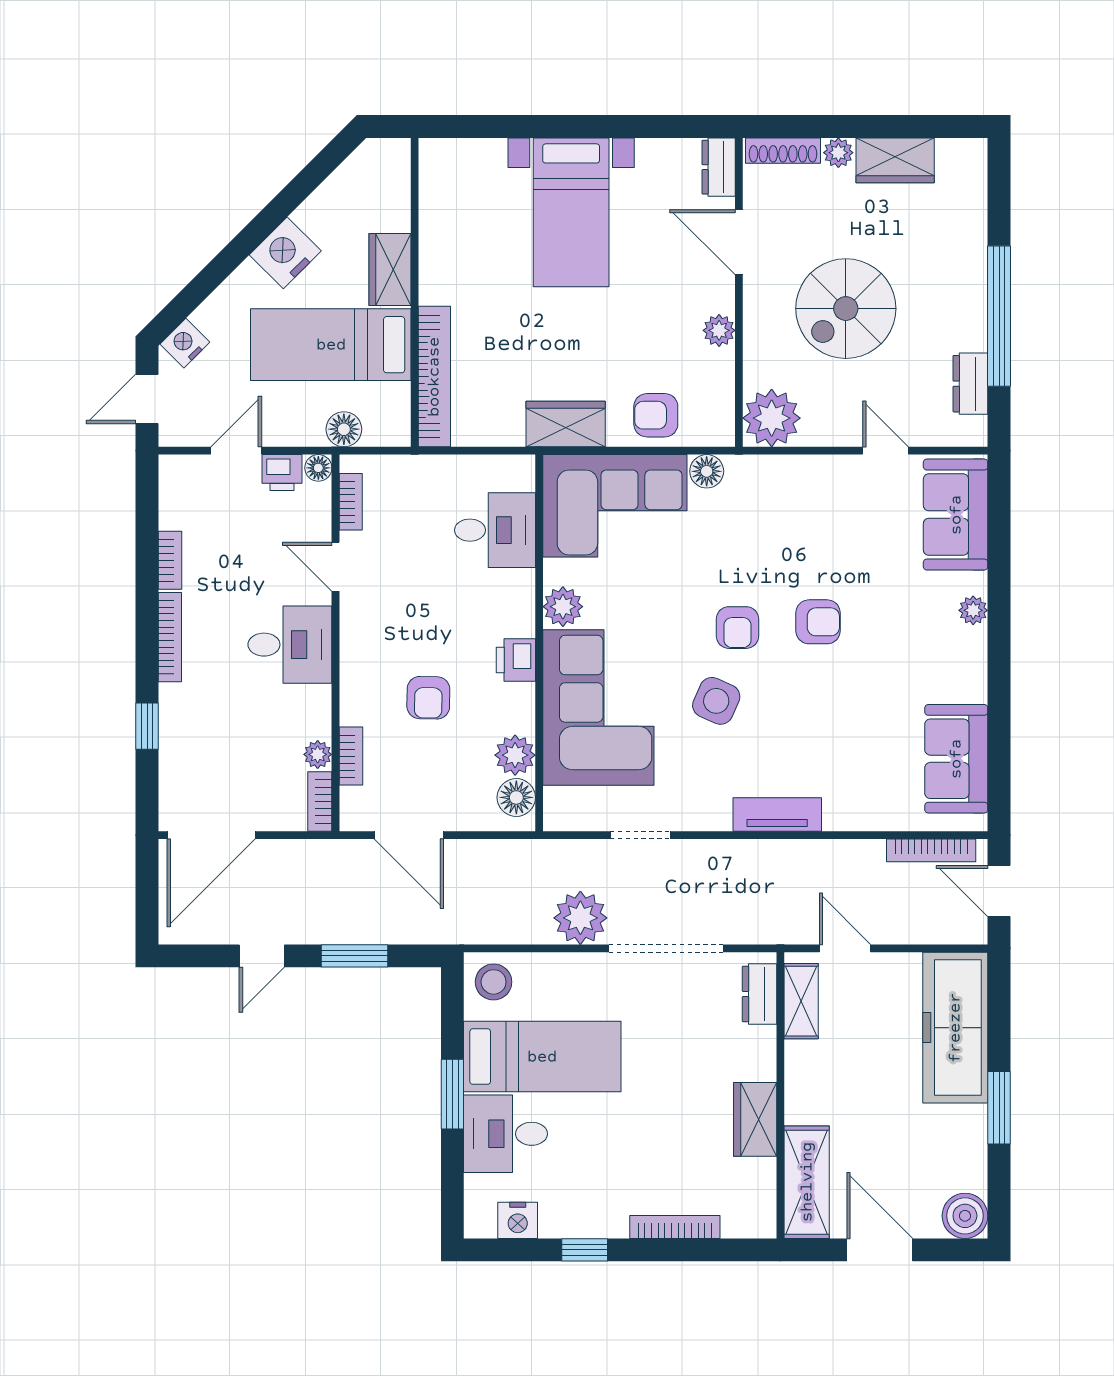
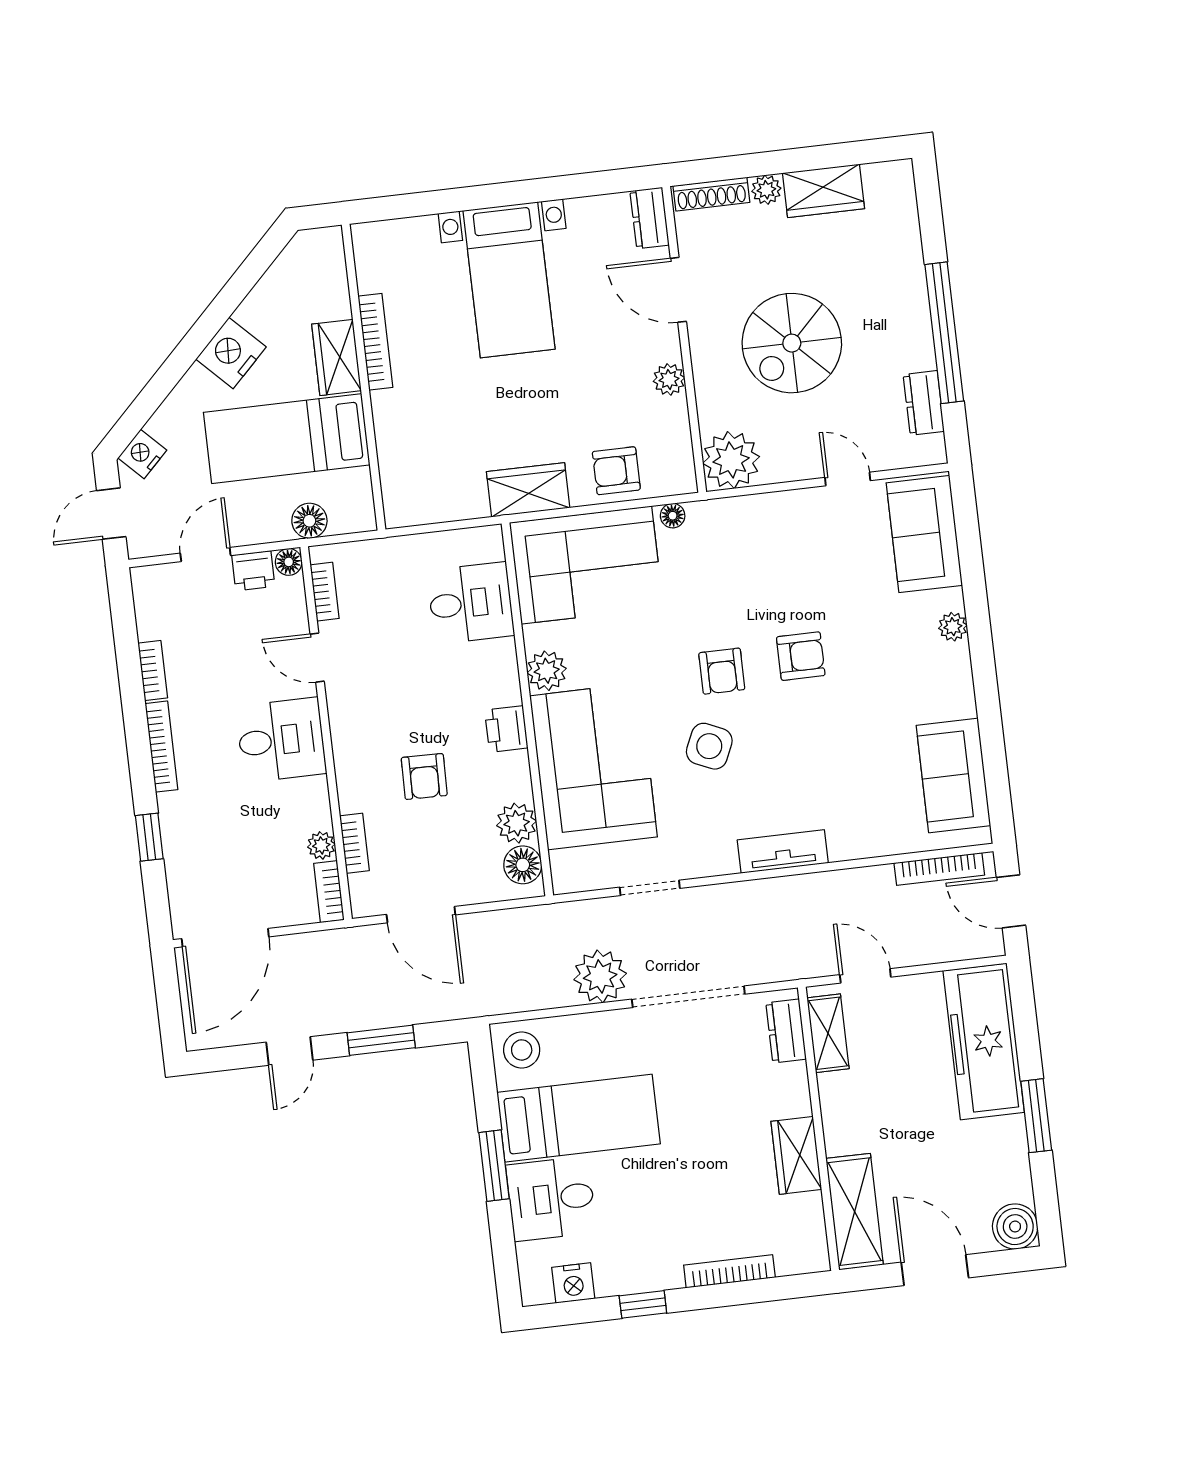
bookcase: (434, 377) -> (375, 342), moved, width x0.68, depth x0.76
floor lamp: (707, 471) -> (673, 516), width x0.73, depth x0.73

